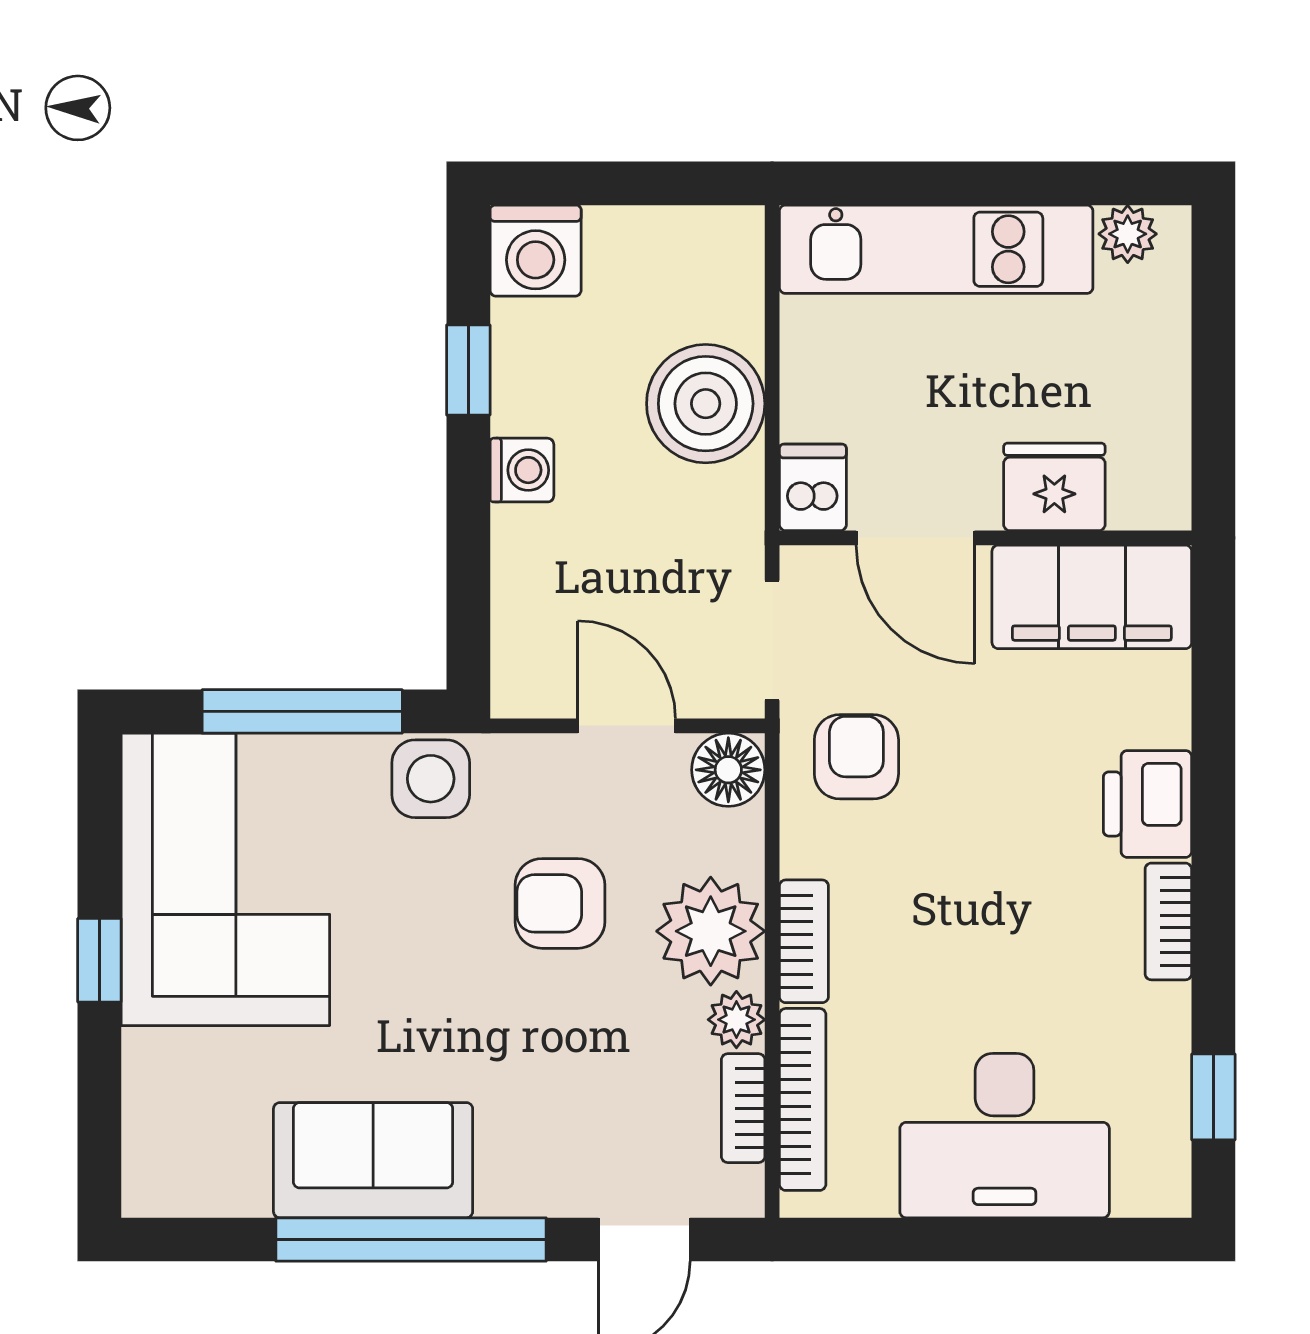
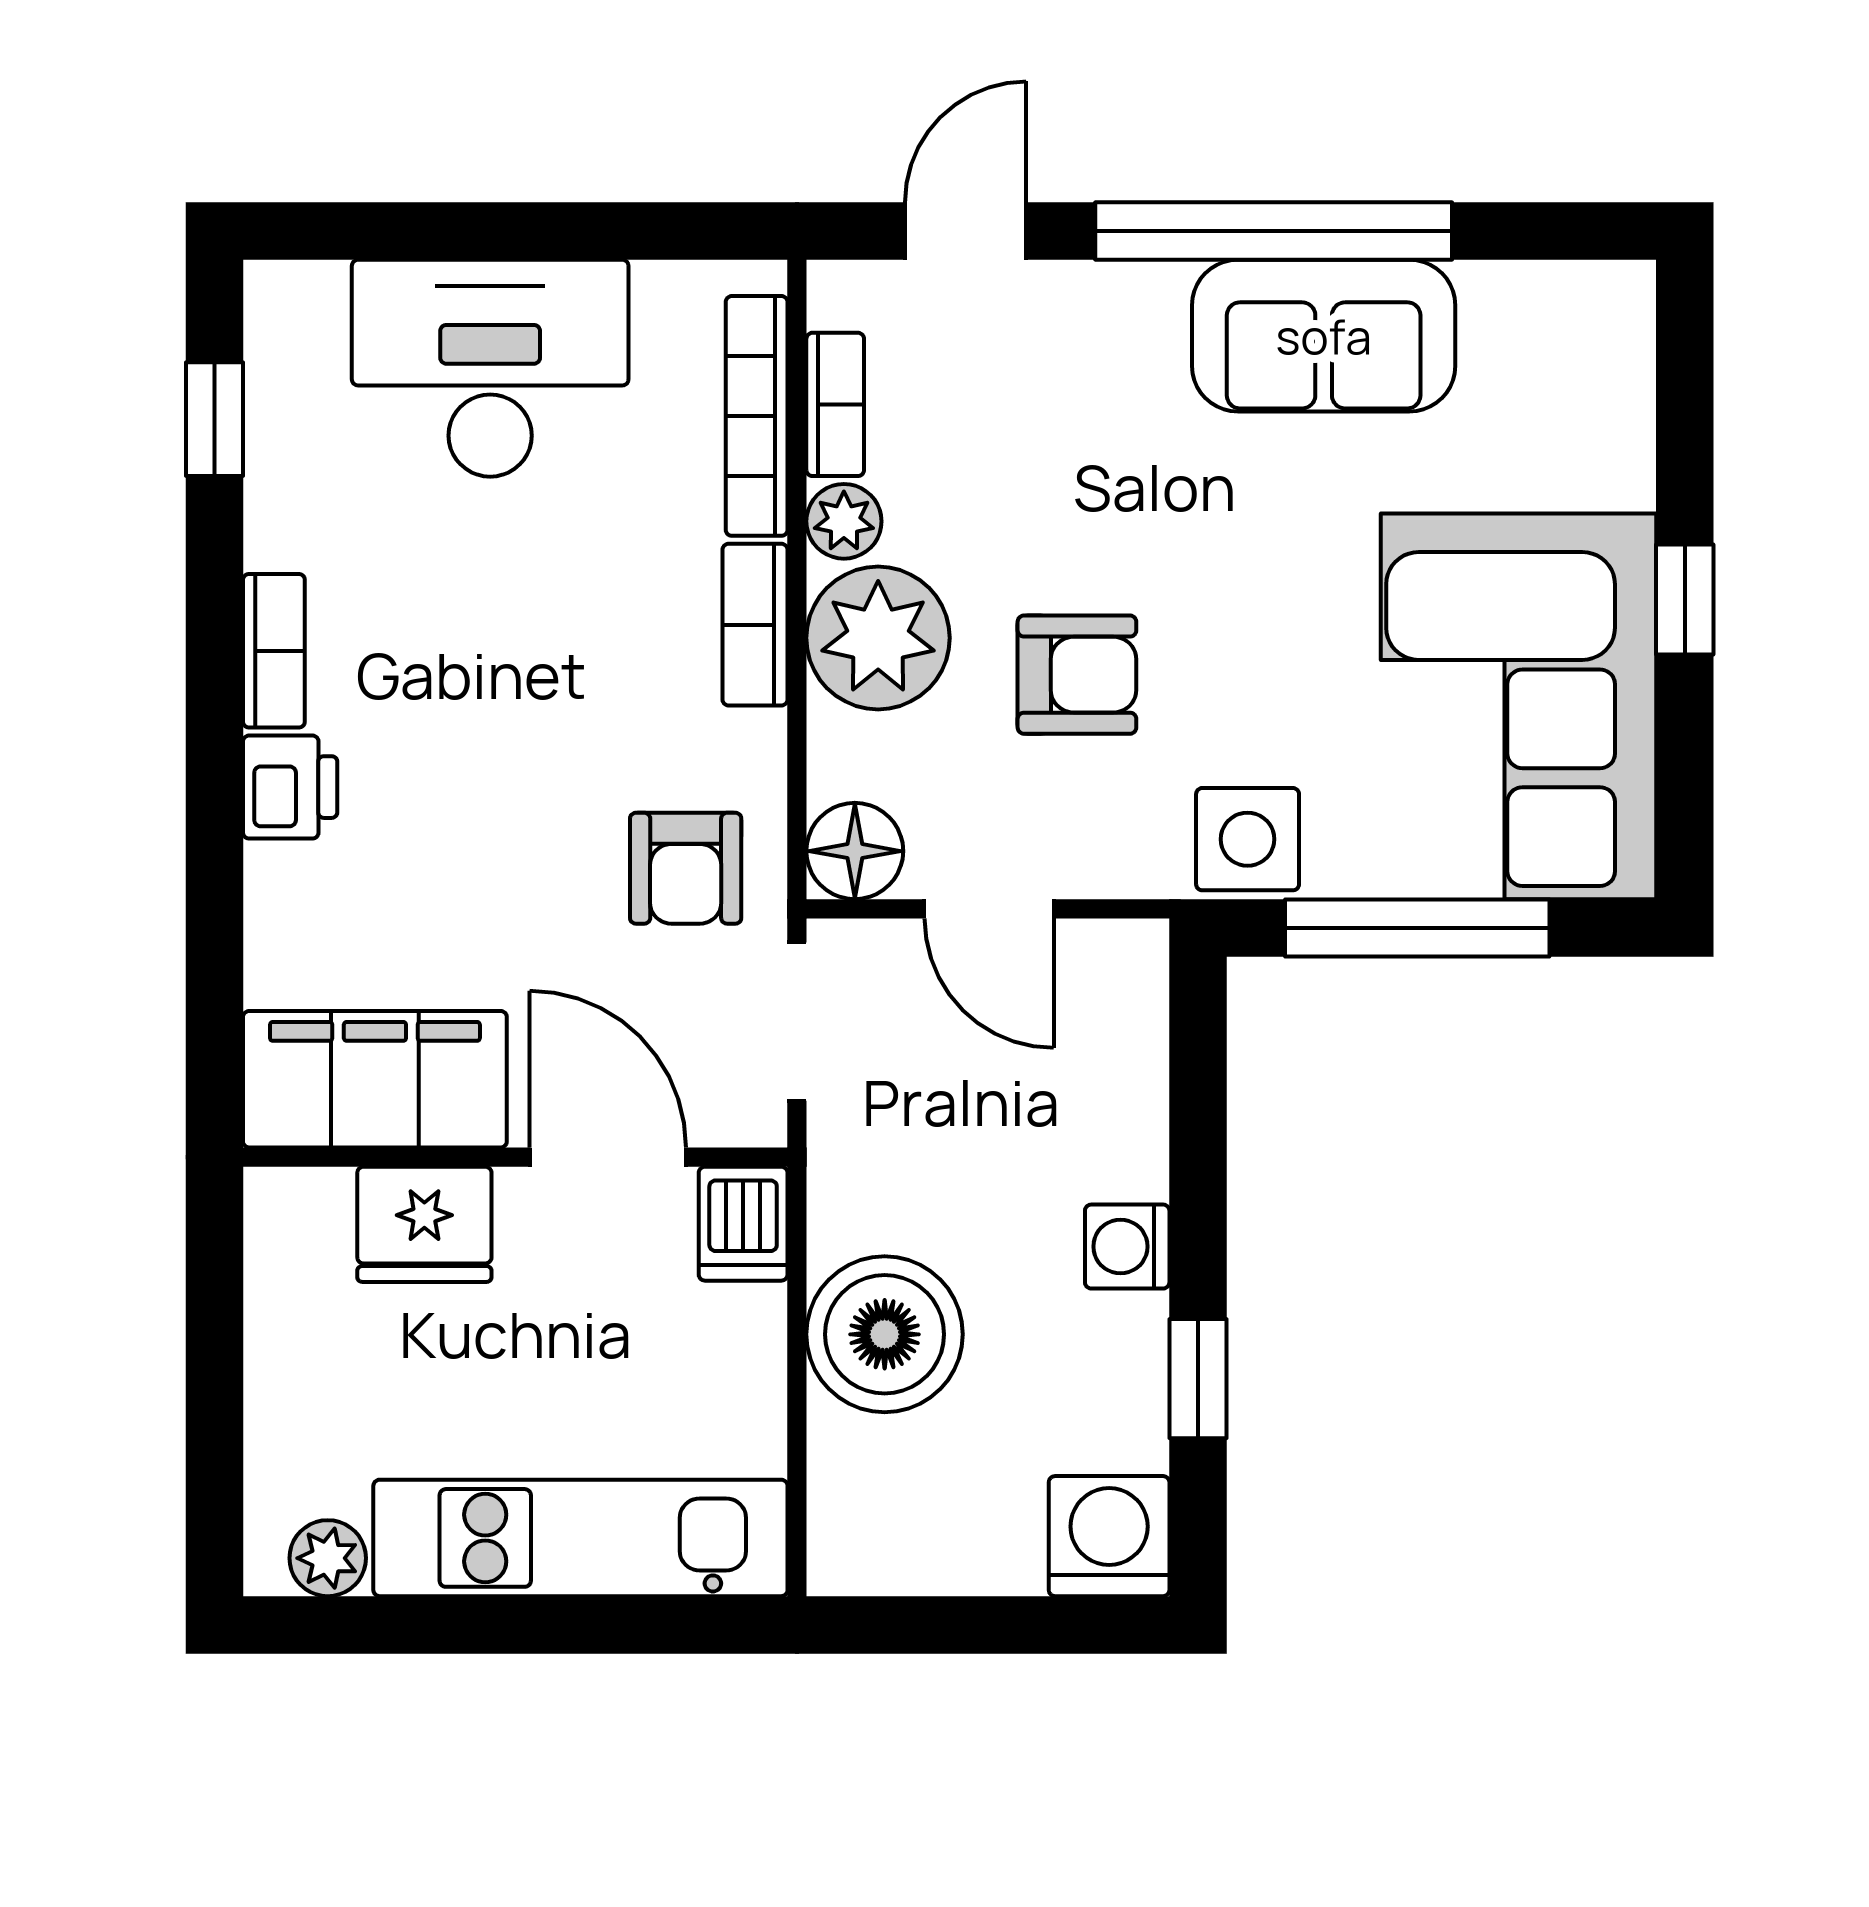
printer: (1148, 804) -> (290, 787), width x0.73, depth x0.81

